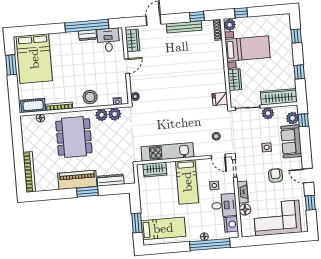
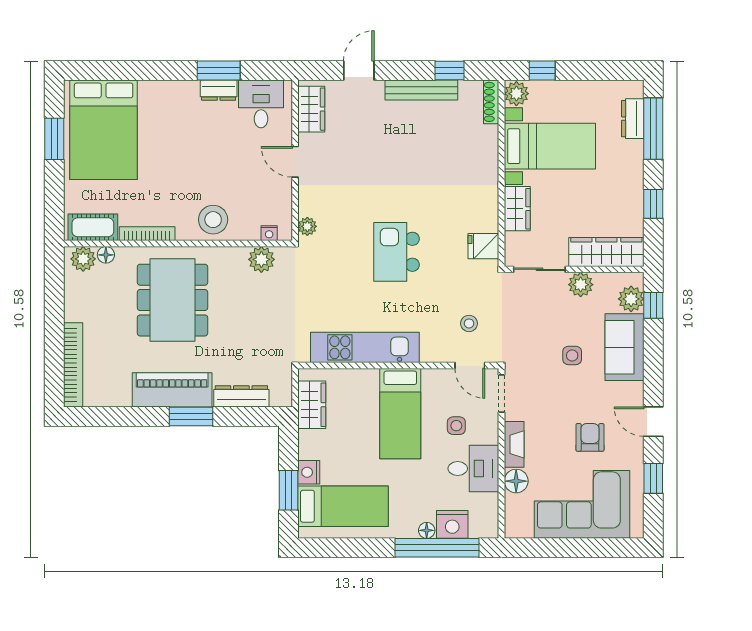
window: (87, 26) -> (219, 71), width x0.47
dresser: (286, 32) -> (633, 119), added
window: (296, 36) -> (653, 129), width x2.17
door: (127, 66) -> (295, 162), swing flipped
kitchen island: (179, 105) -> (397, 252), added
plant: (102, 115) -> (83, 259), moved
wardrobe: (155, 170) -> (312, 405), moved, turned -90
armchair: (276, 175) -> (590, 437), moved
nightstand: (146, 214) -> (309, 472), added
nightstand: (231, 224) -> (452, 524), moved, turned 90

